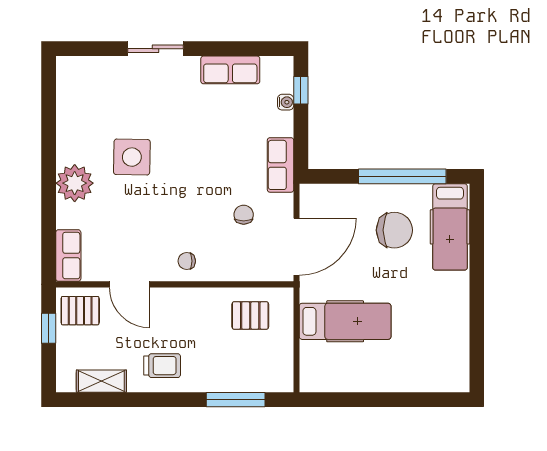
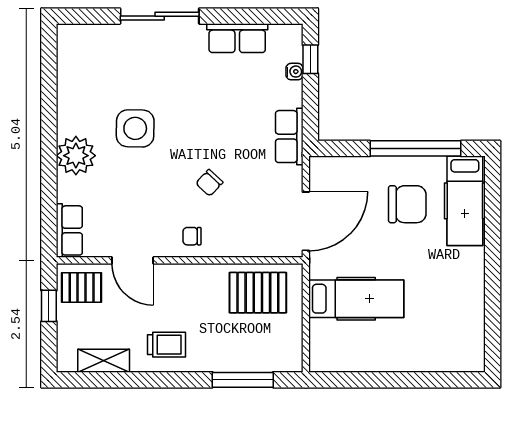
sliding door: (155, 49) -> (160, 16), width x1.37
chair: (244, 215) -> (209, 183), moved, turned -137
pallet: (250, 315) -> (258, 293), width x1.50, depth x1.42

